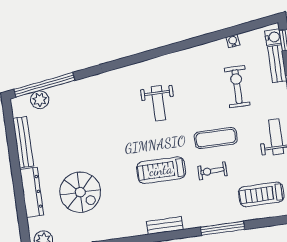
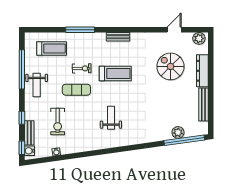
plant: (40, 100) -> (178, 132), moved

